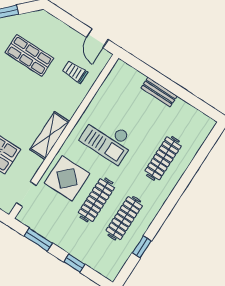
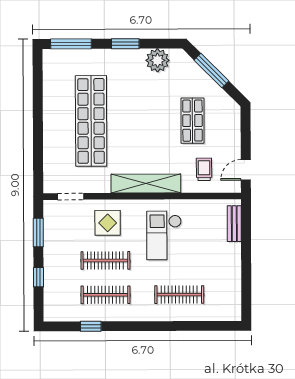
bench: (159, 92) -> (234, 224), moved
shelving: (50, 136) -> (146, 184), width x1.47
display table: (67, 178) -> (108, 223), width x0.73, depth x0.73

